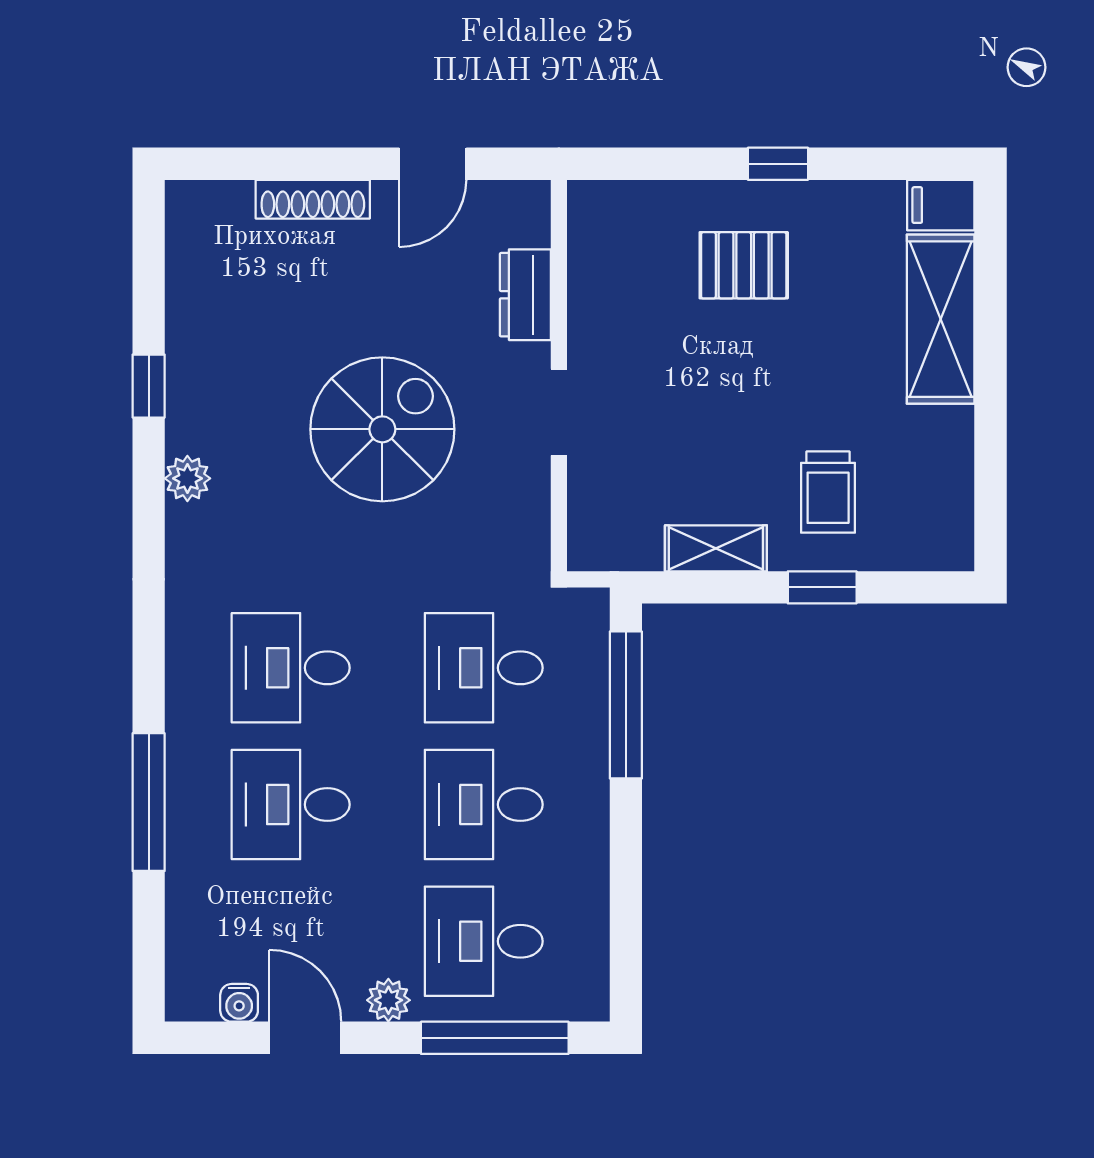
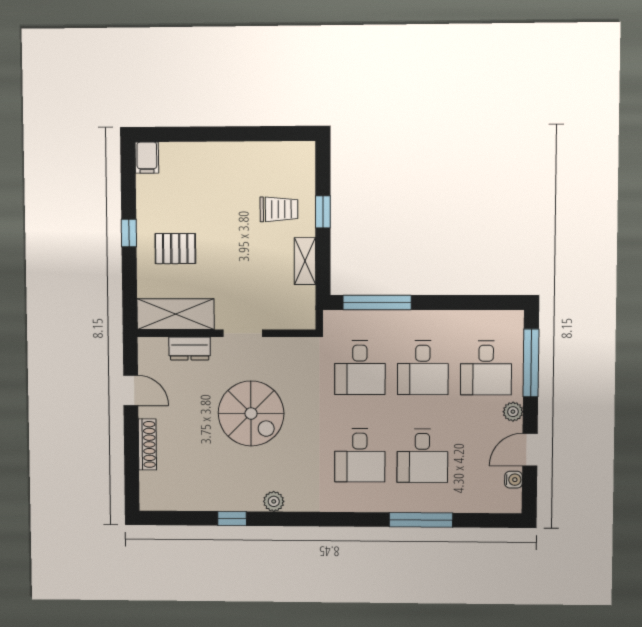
pallet: (744, 265) -> (175, 249), turned 90
shelving: (941, 319) -> (175, 314), moved
spiral stairs: (382, 429) -> (251, 413), turned 180

